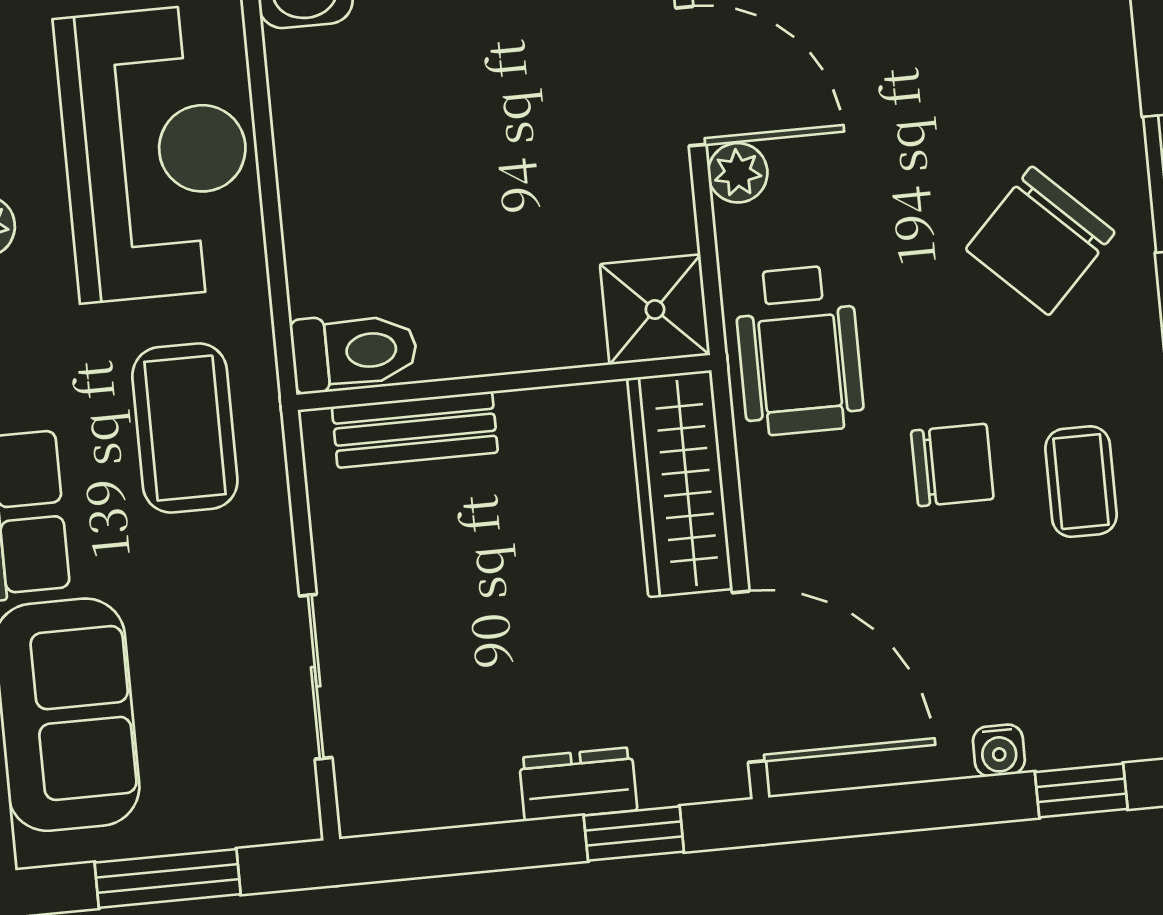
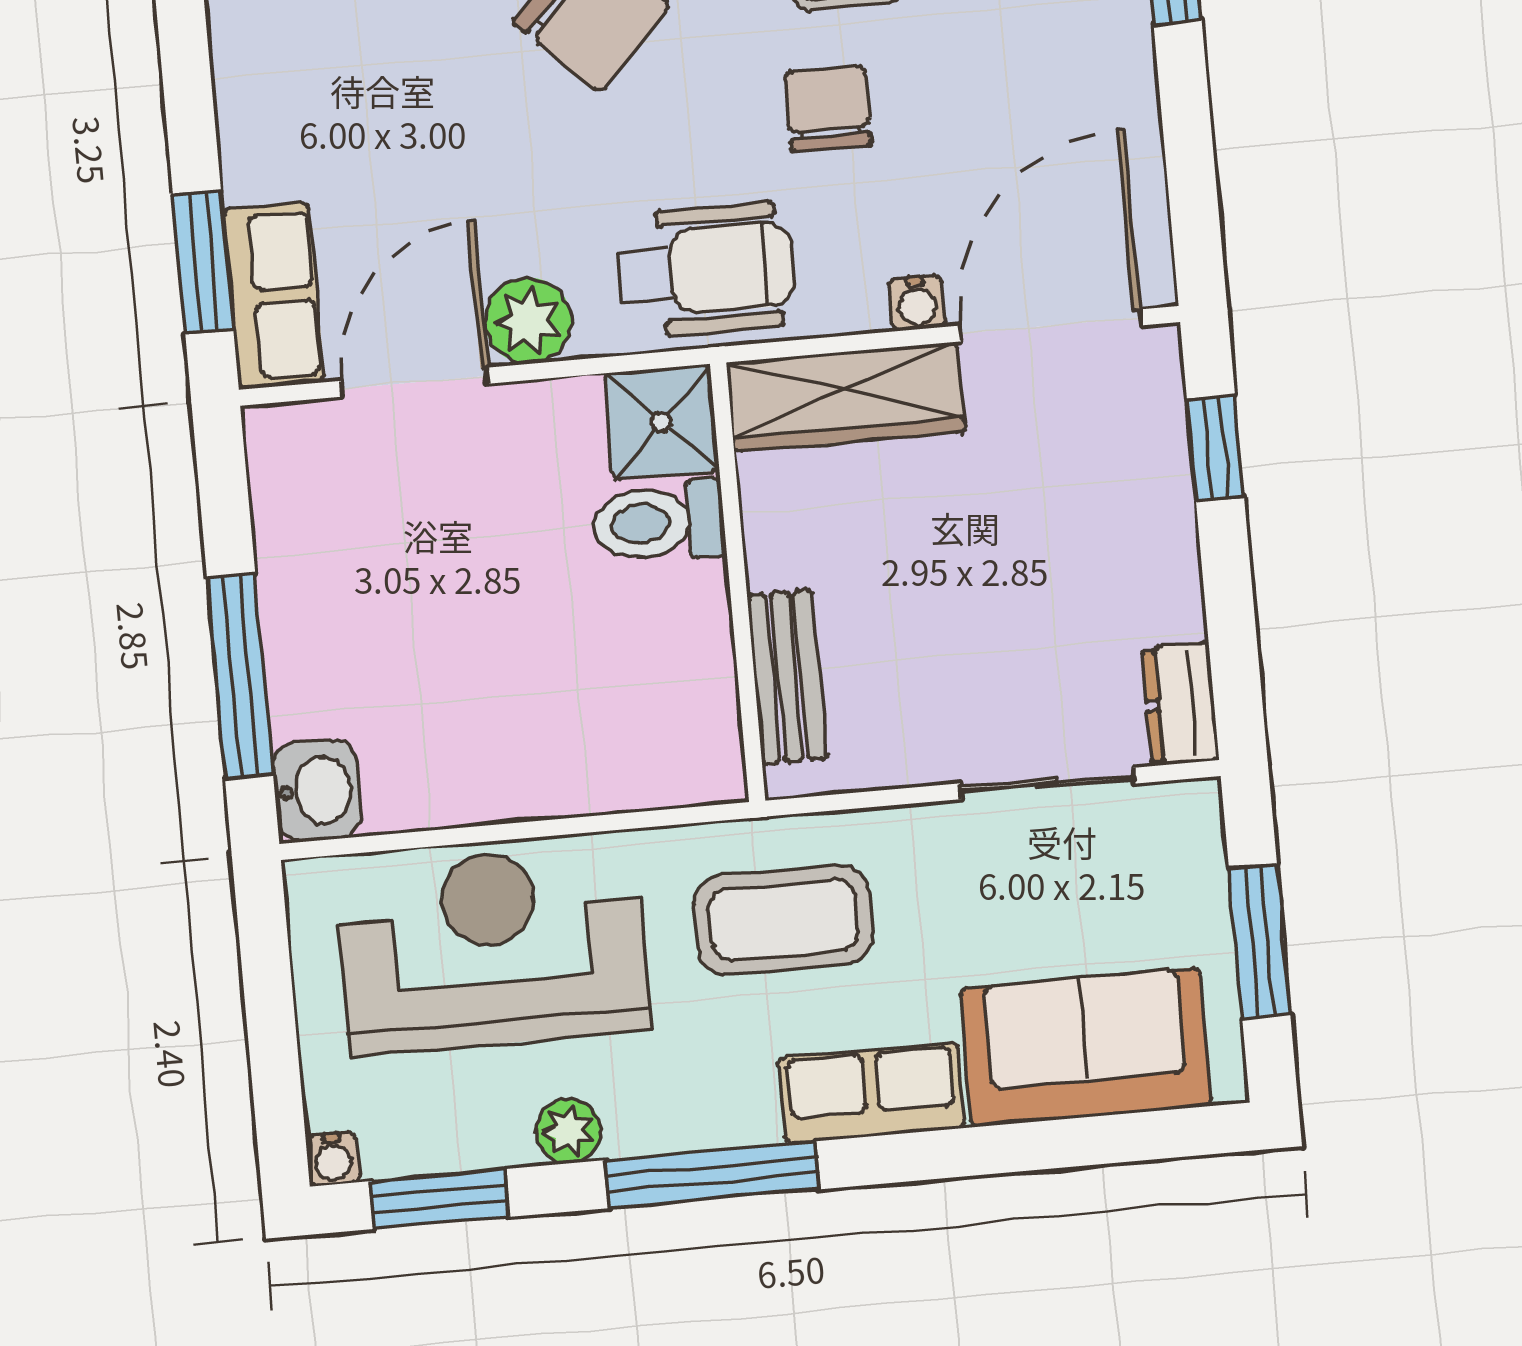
plant: (738, 173) -> (528, 321), width x1.38, depth x1.38
toilet: (354, 352) -> (659, 522), moved, turned -90
water cooler: (999, 750) -> (917, 303), moved, turned 90
dresser: (578, 784) -> (1180, 703), moved

